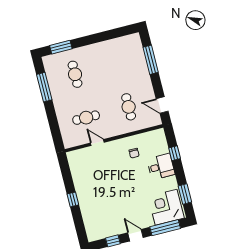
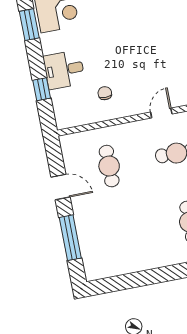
door: (162, 105) -> (60, 187), moved
door: (97, 143) -> (161, 113), swing flipped

